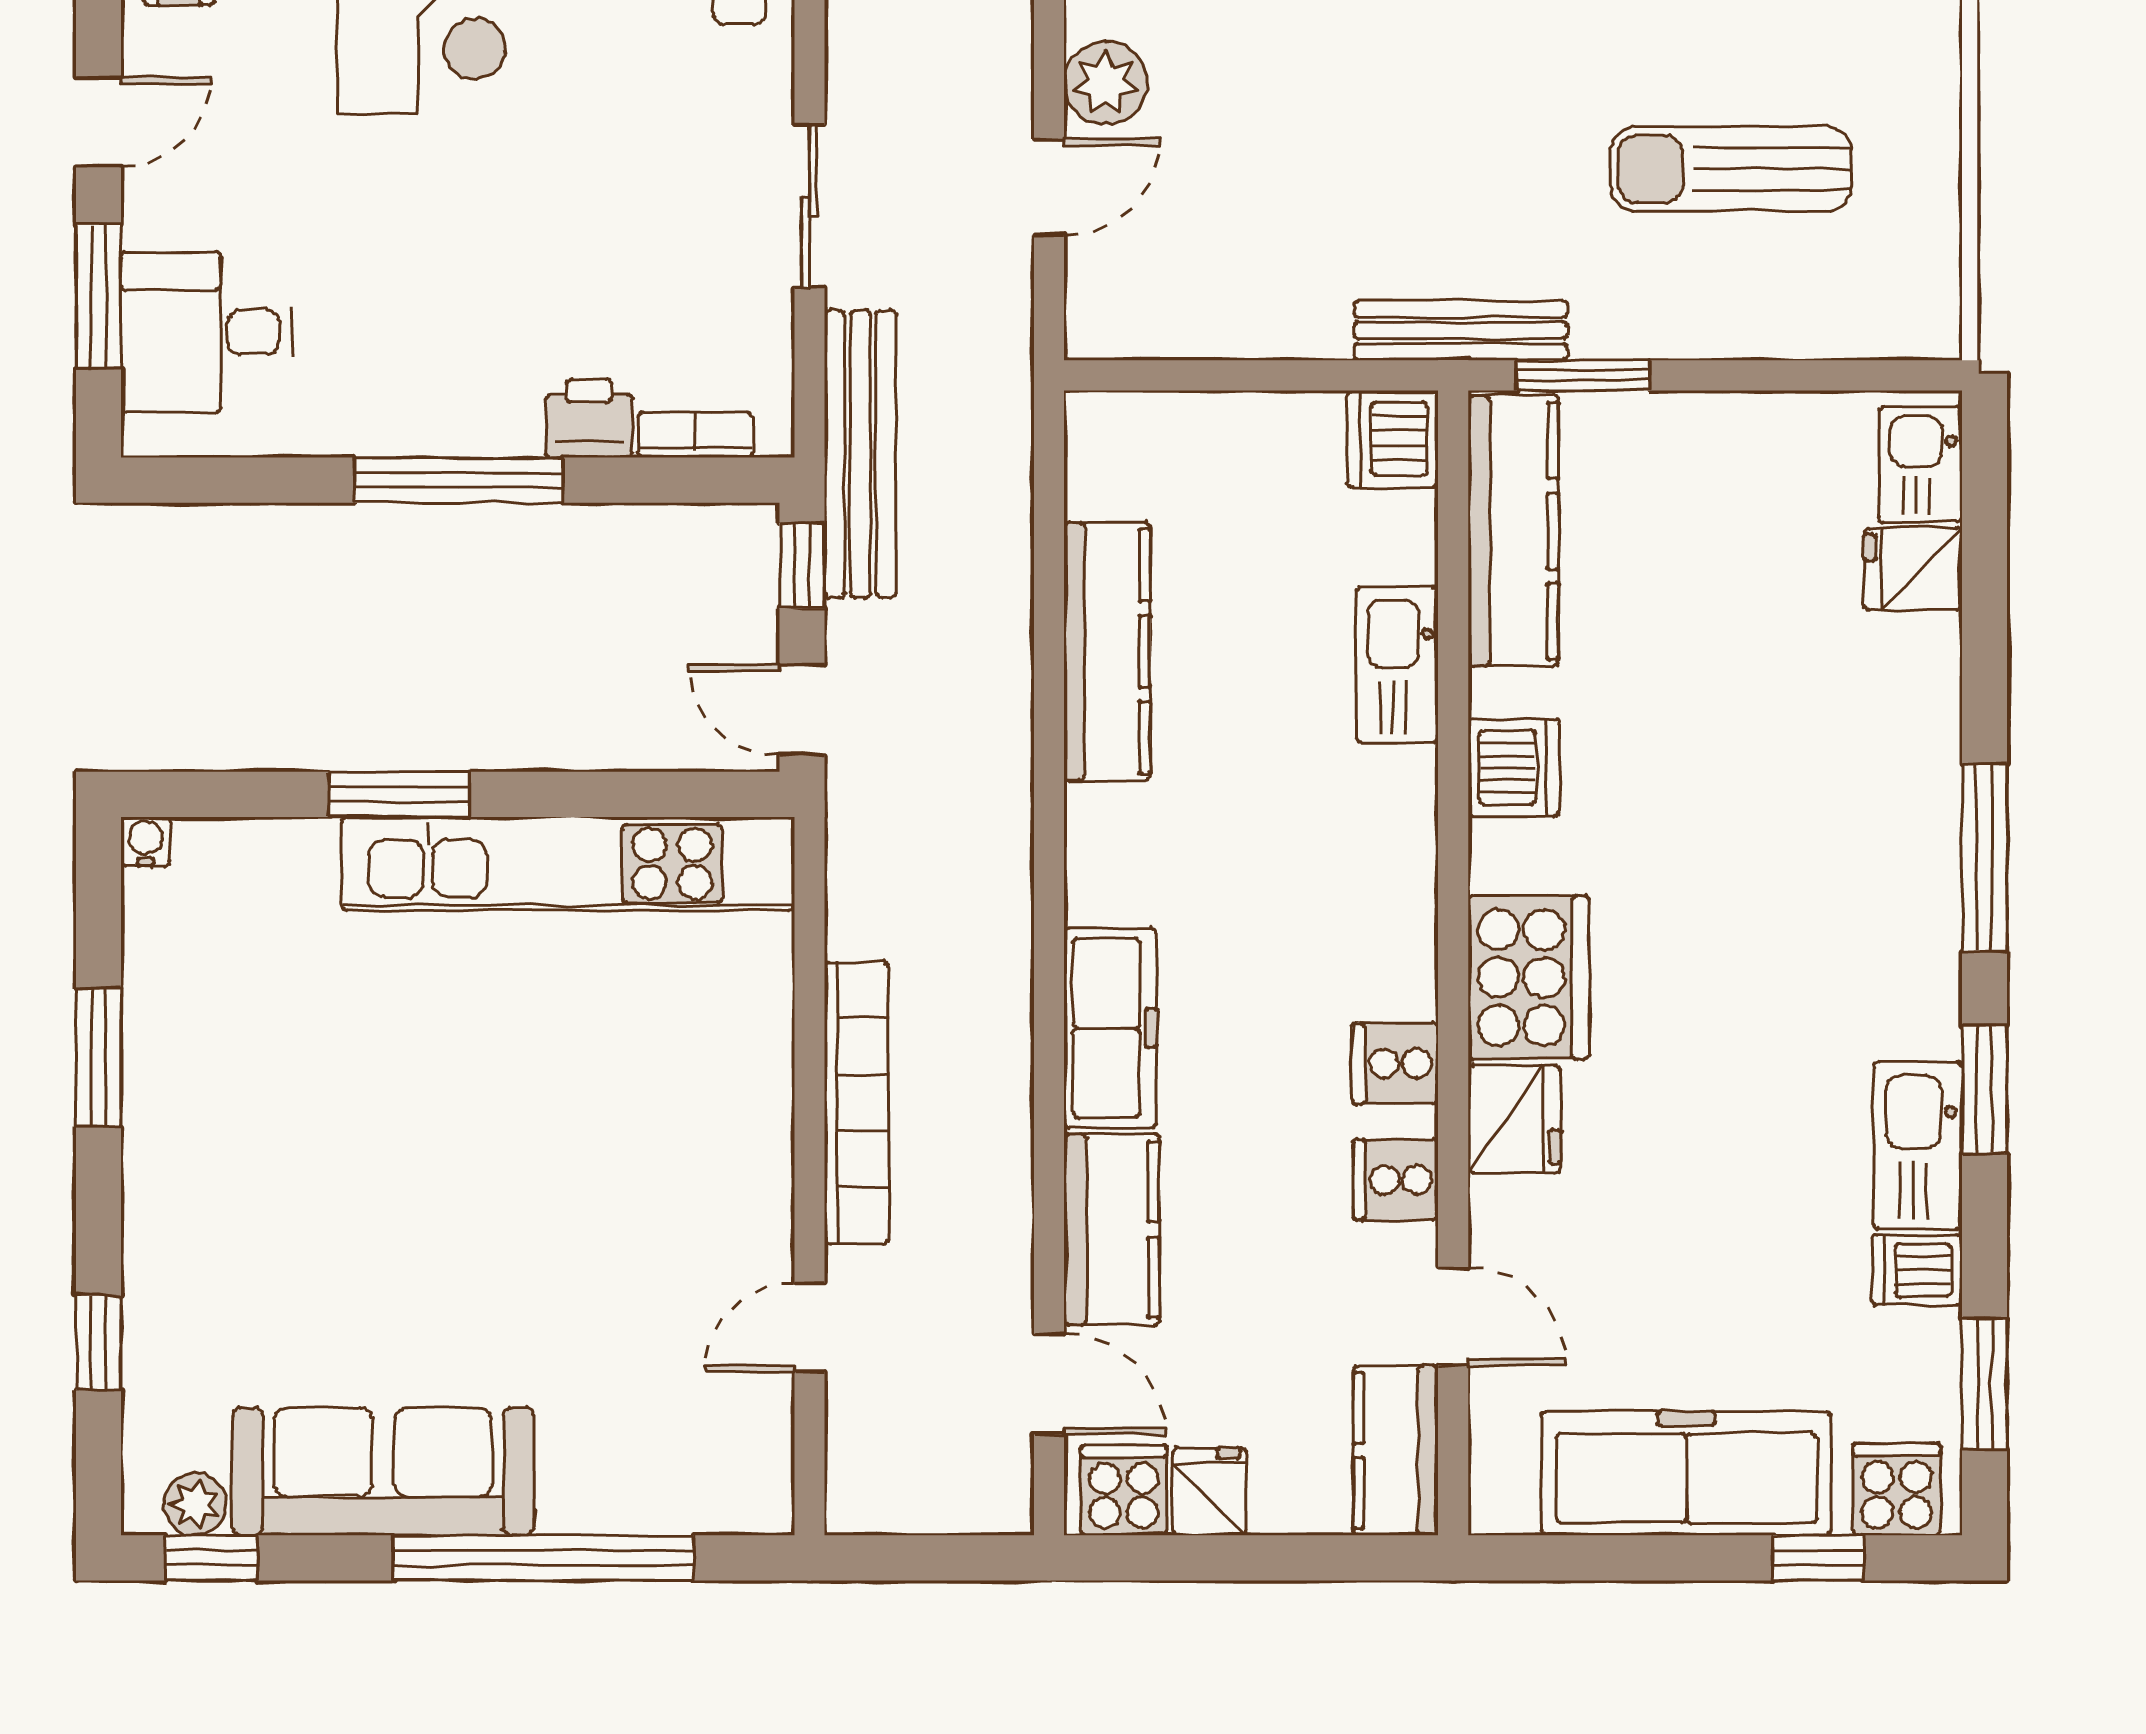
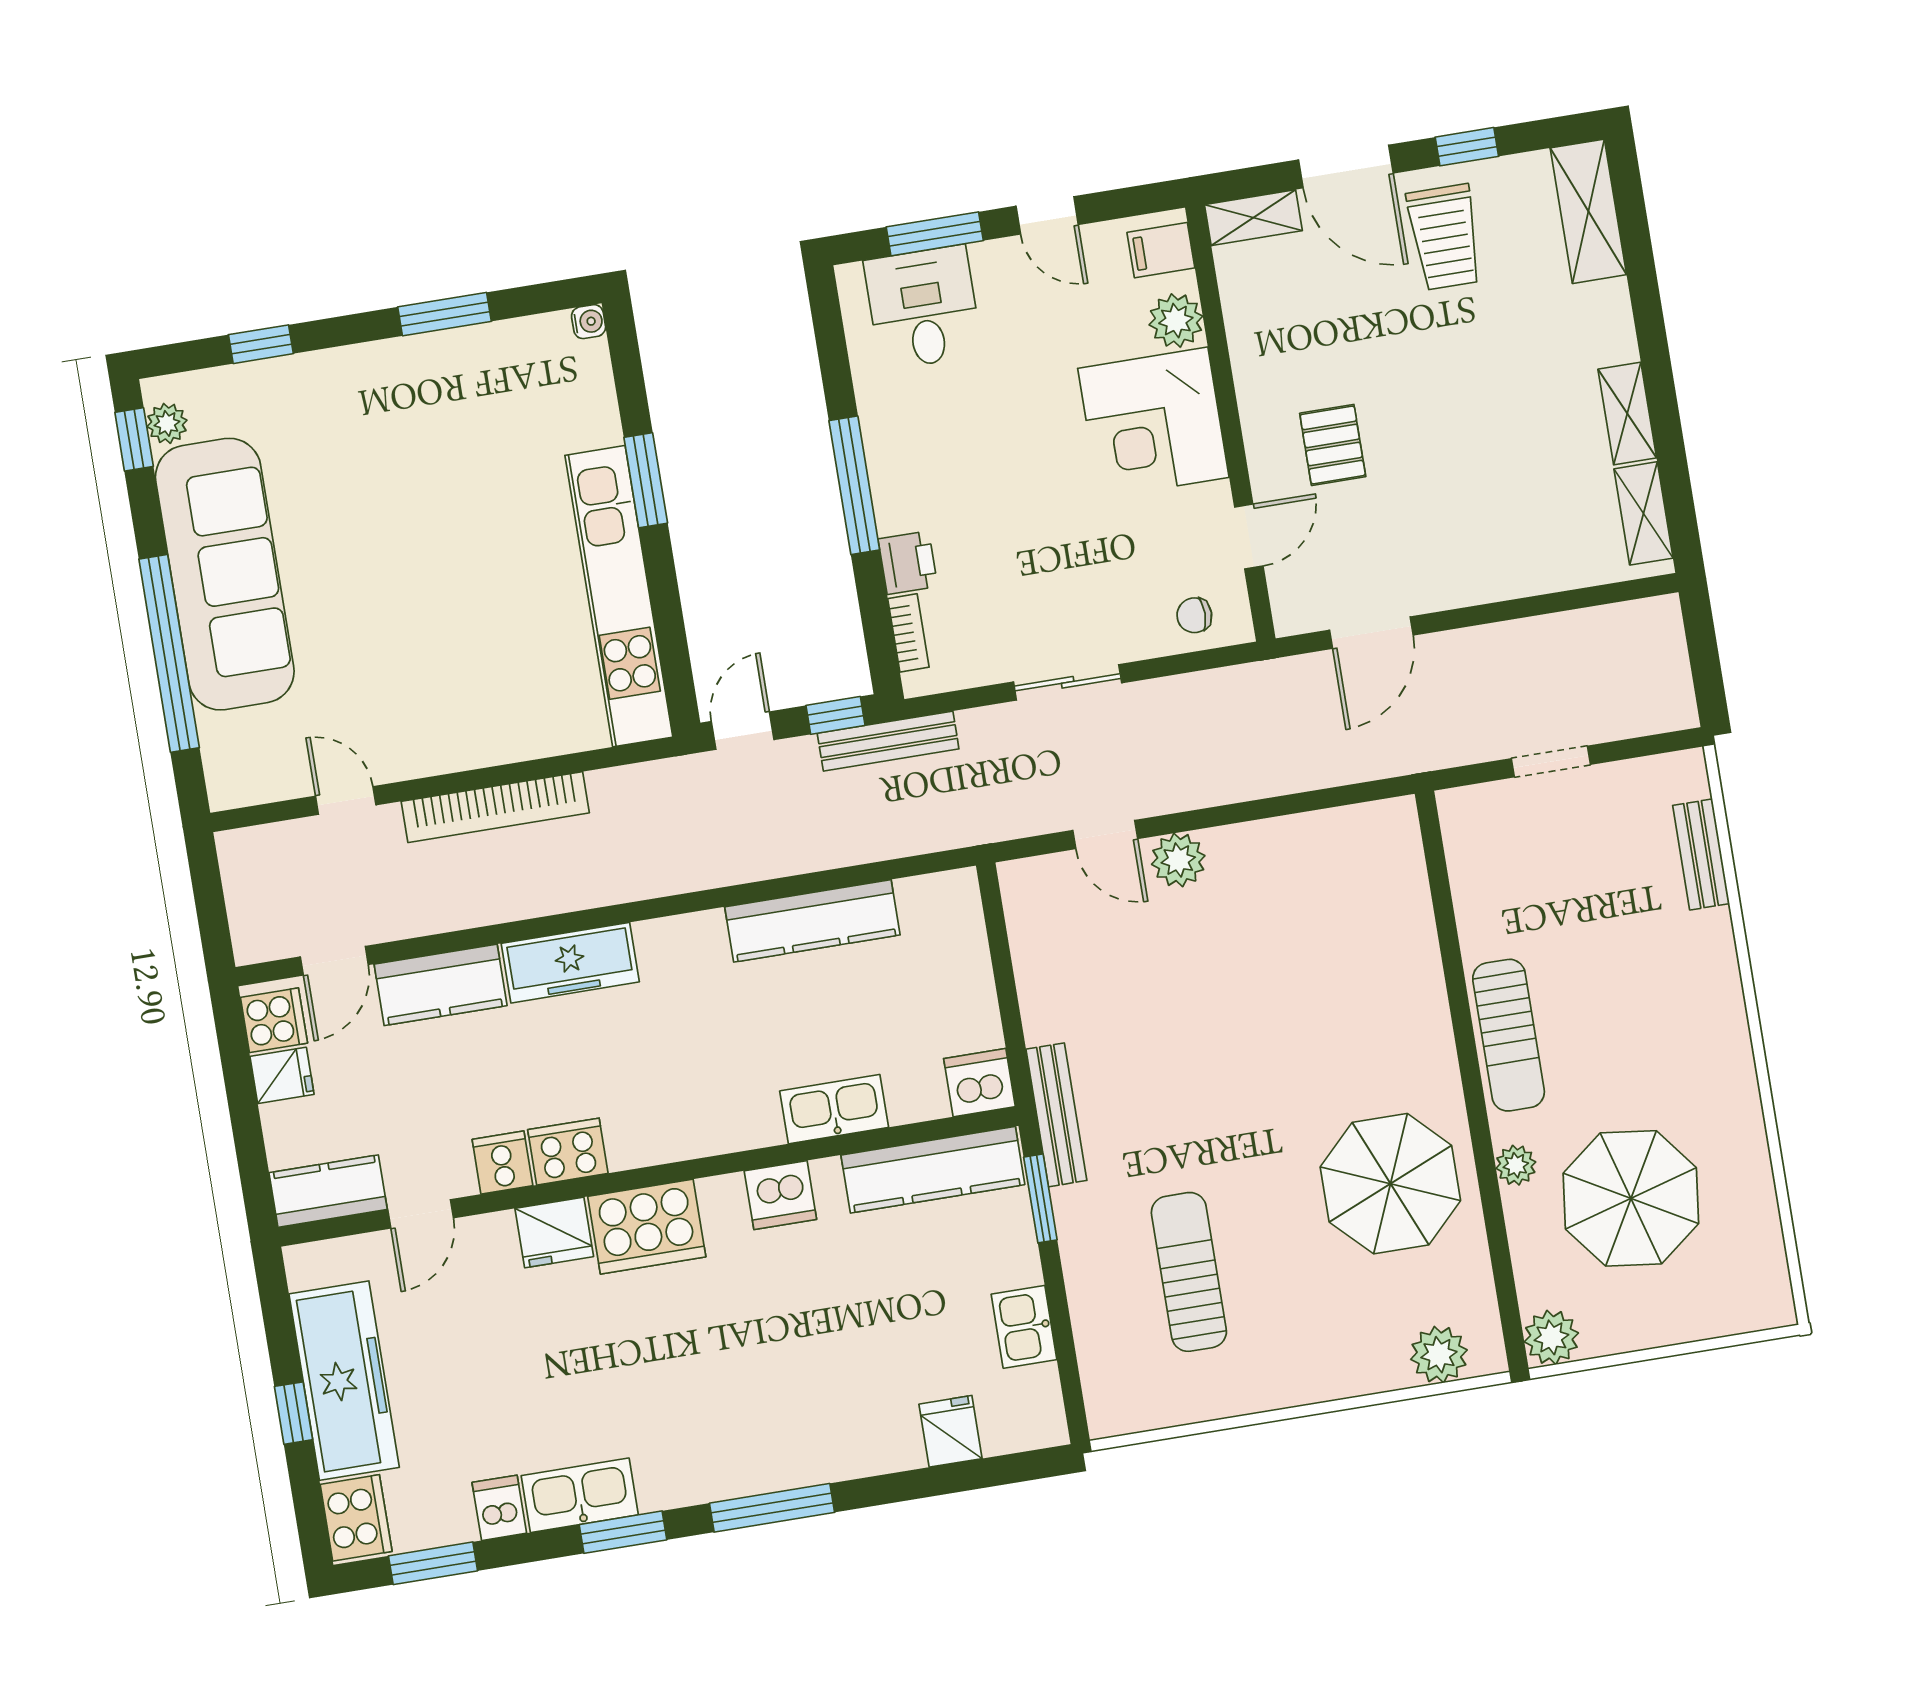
bench: (860, 454) -> (888, 741), width x0.73, depth x0.82
kitchen sink: (1920, 464) -> (1024, 1327), moved, turned -90
cooker: (1395, 1063) -> (568, 1152), width x1.36
sofa: (383, 1471) -> (225, 574), width x1.36, depth x1.27
cooker: (1897, 1489) -> (356, 1518), width x1.36
window: (1818, 1558) -> (293, 1413), moved

